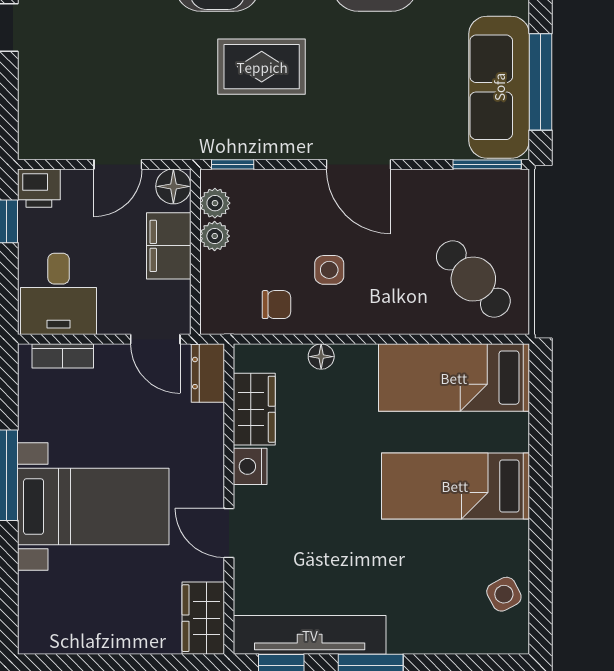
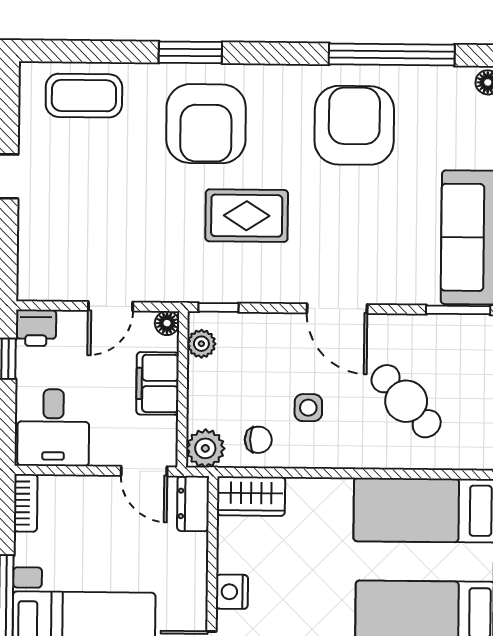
floor lamp: (173, 186) -> (167, 323), width x0.73, depth x0.73
plant: (215, 236) -> (205, 448), moved, width x1.38, depth x1.38
cafe table: (473, 279) -> (406, 401), moved
bookcase: (63, 356) -> (26, 503), moved, turned -90
floor lamp: (321, 357) -> (300, 489), removed
wardrobe: (254, 409) -> (251, 496), moved, turned 90

